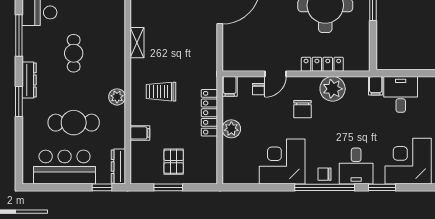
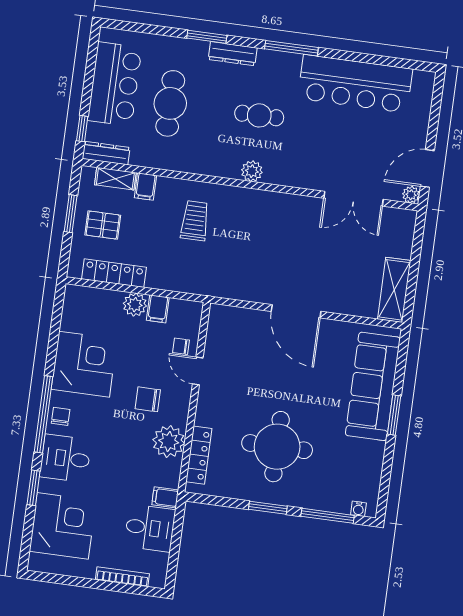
shelving: (137, 43) -> (115, 179), moved
locker: (322, 64) -> (199, 455), moved
filing cabinet: (230, 86) -> (158, 309), moved, turned -90
plant: (117, 97) -> (252, 171), moved
locker: (209, 113) -> (114, 273), moved

